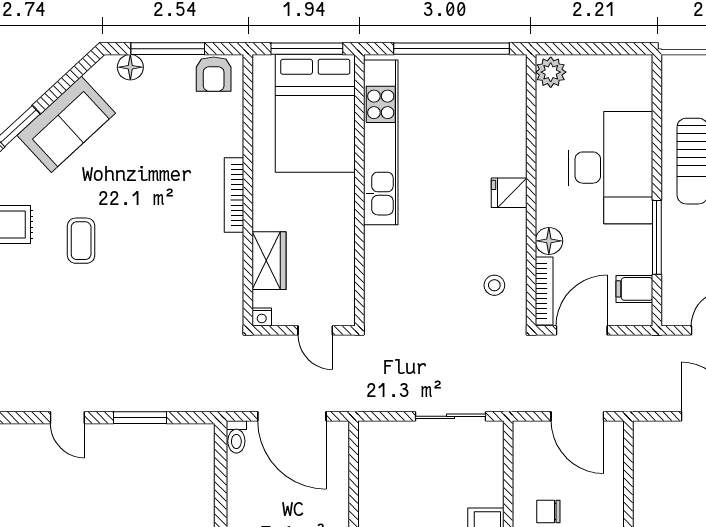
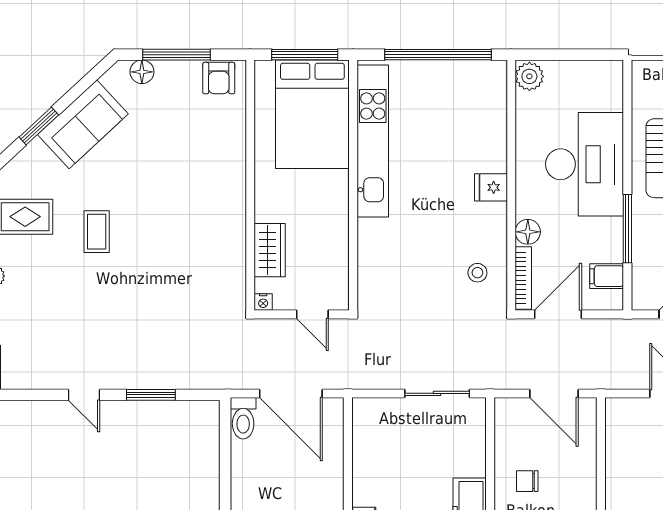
bookcase: (234, 195) -> (237, 190), removed
toilet: (236, 437) -> (243, 418), width x1.37, depth x1.39

